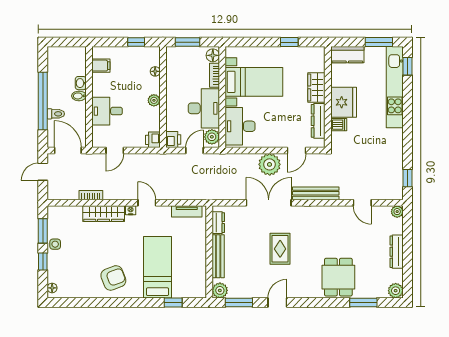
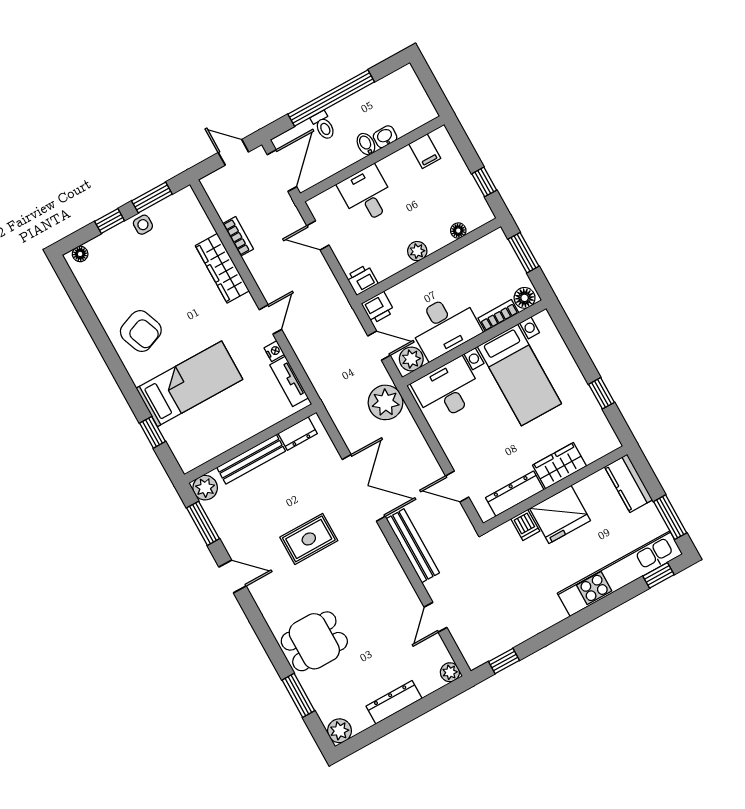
plant: (270, 164) -> (386, 402), moved
nightstand: (131, 210) -> (274, 351), moved

